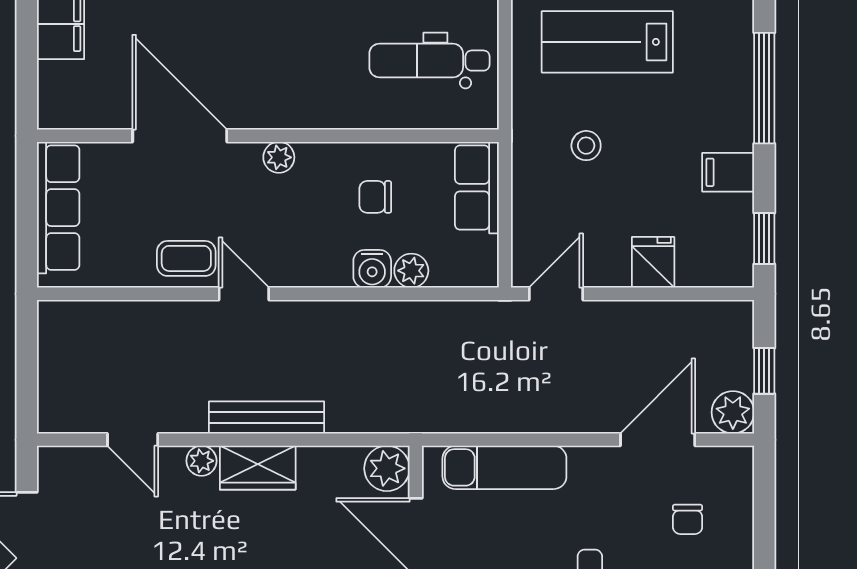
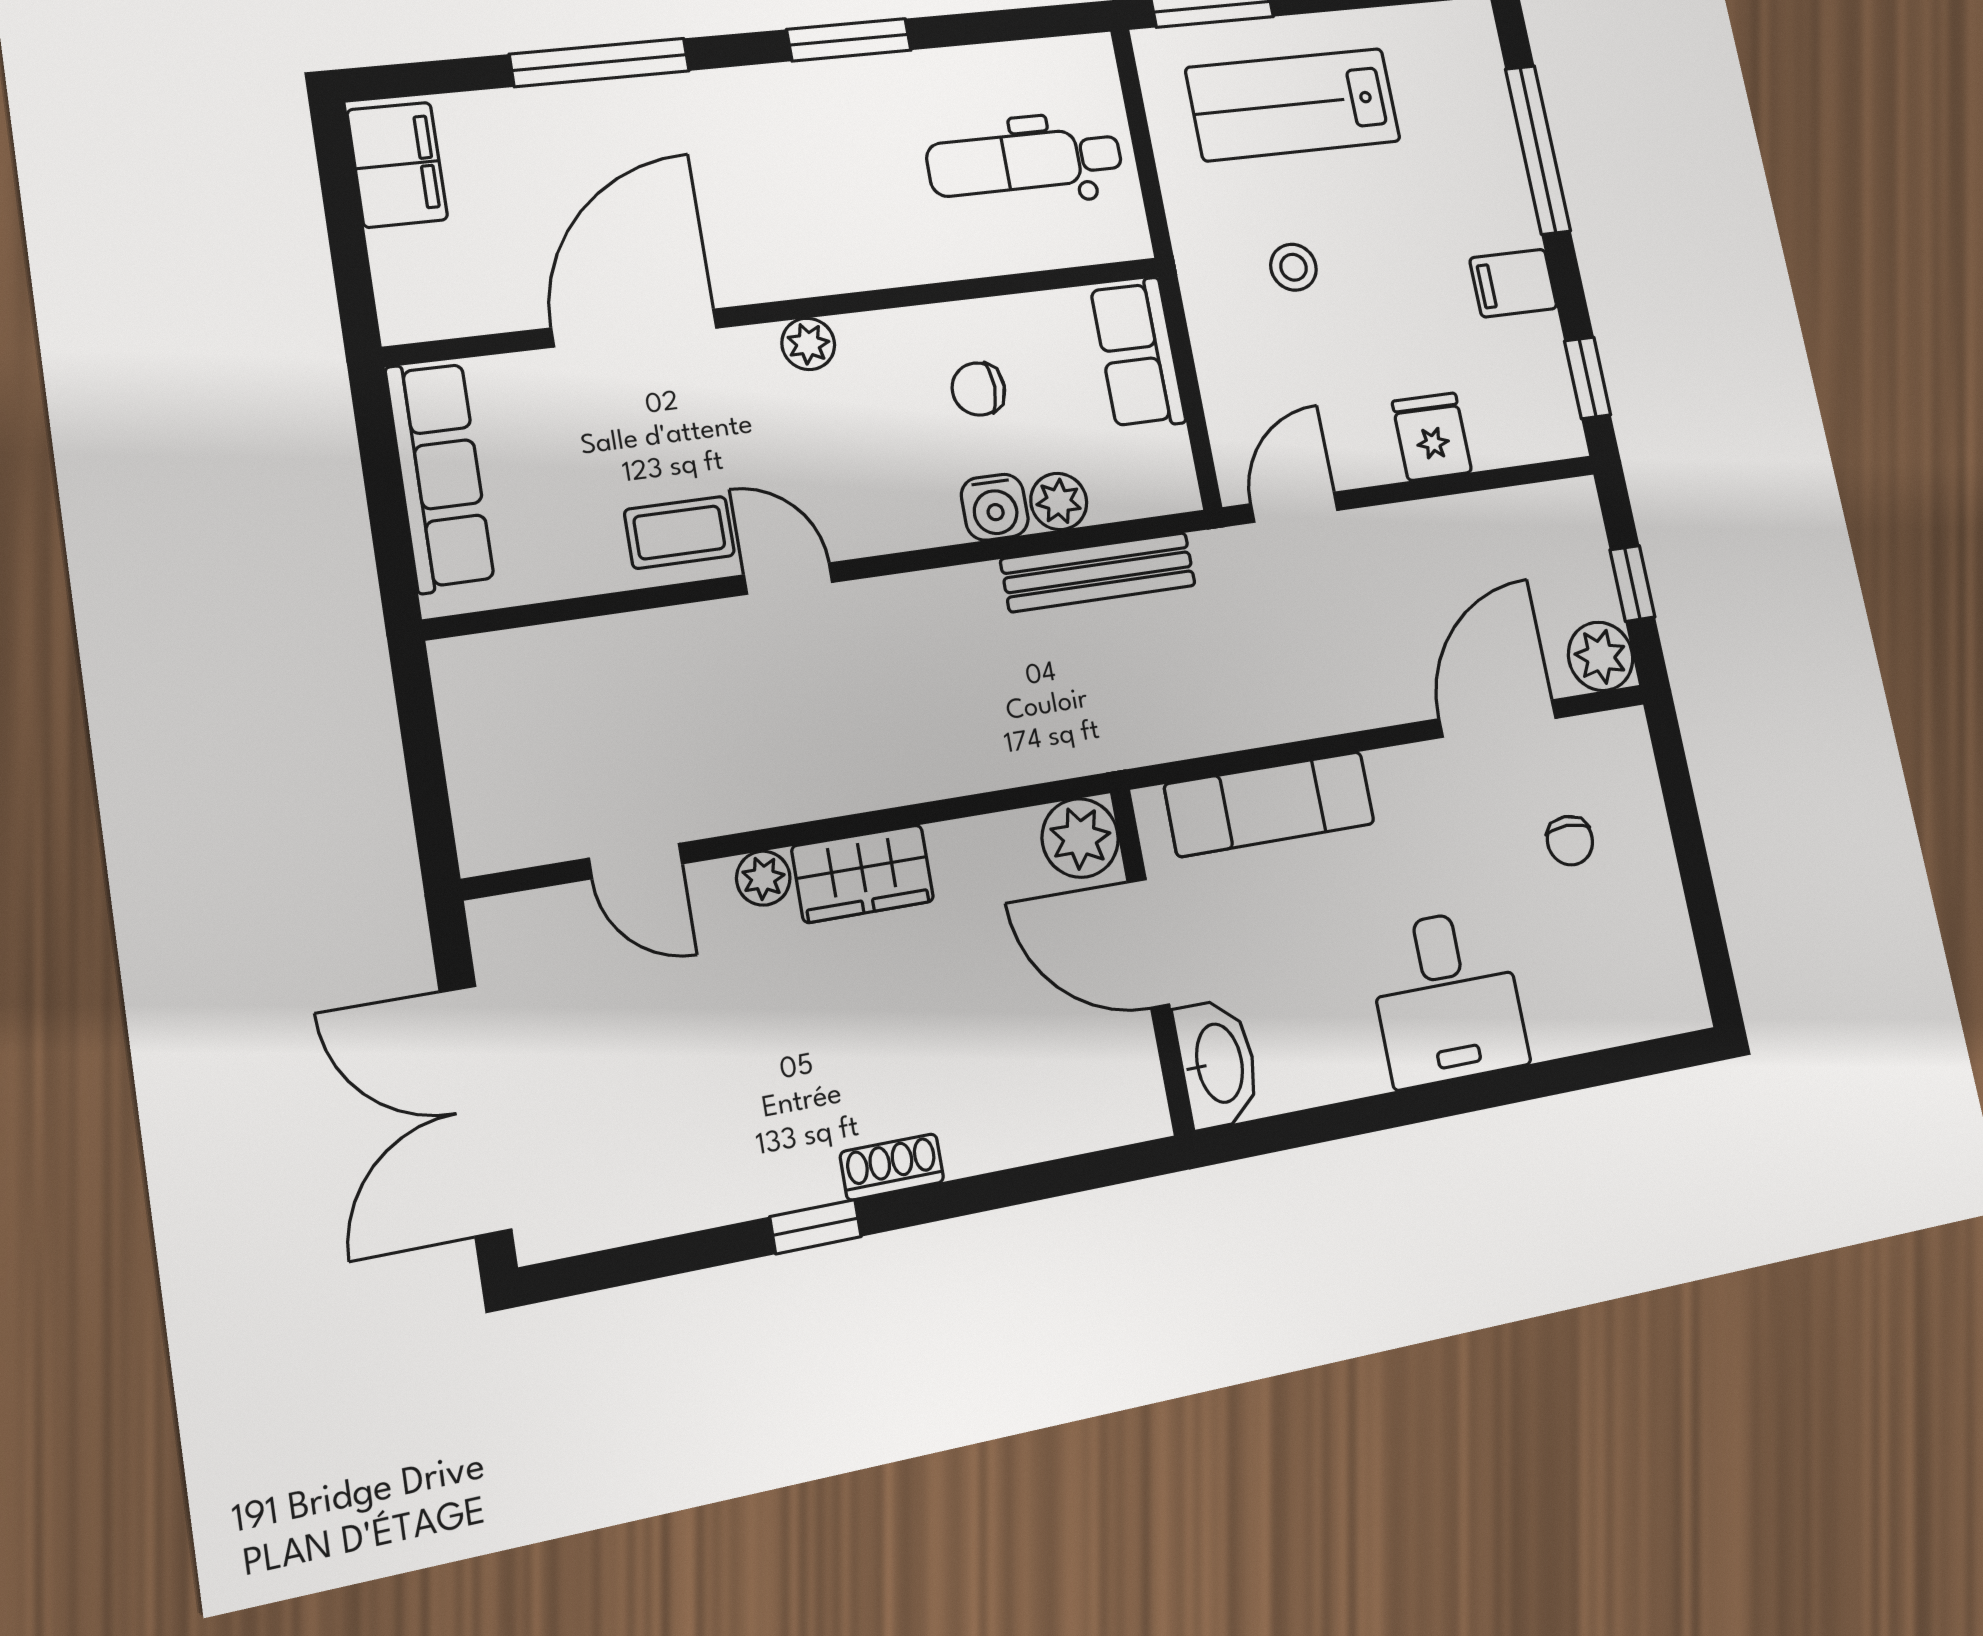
door: (180, 136) -> (634, 328), hinge flipped
bench: (267, 417) -> (1098, 572), moved

